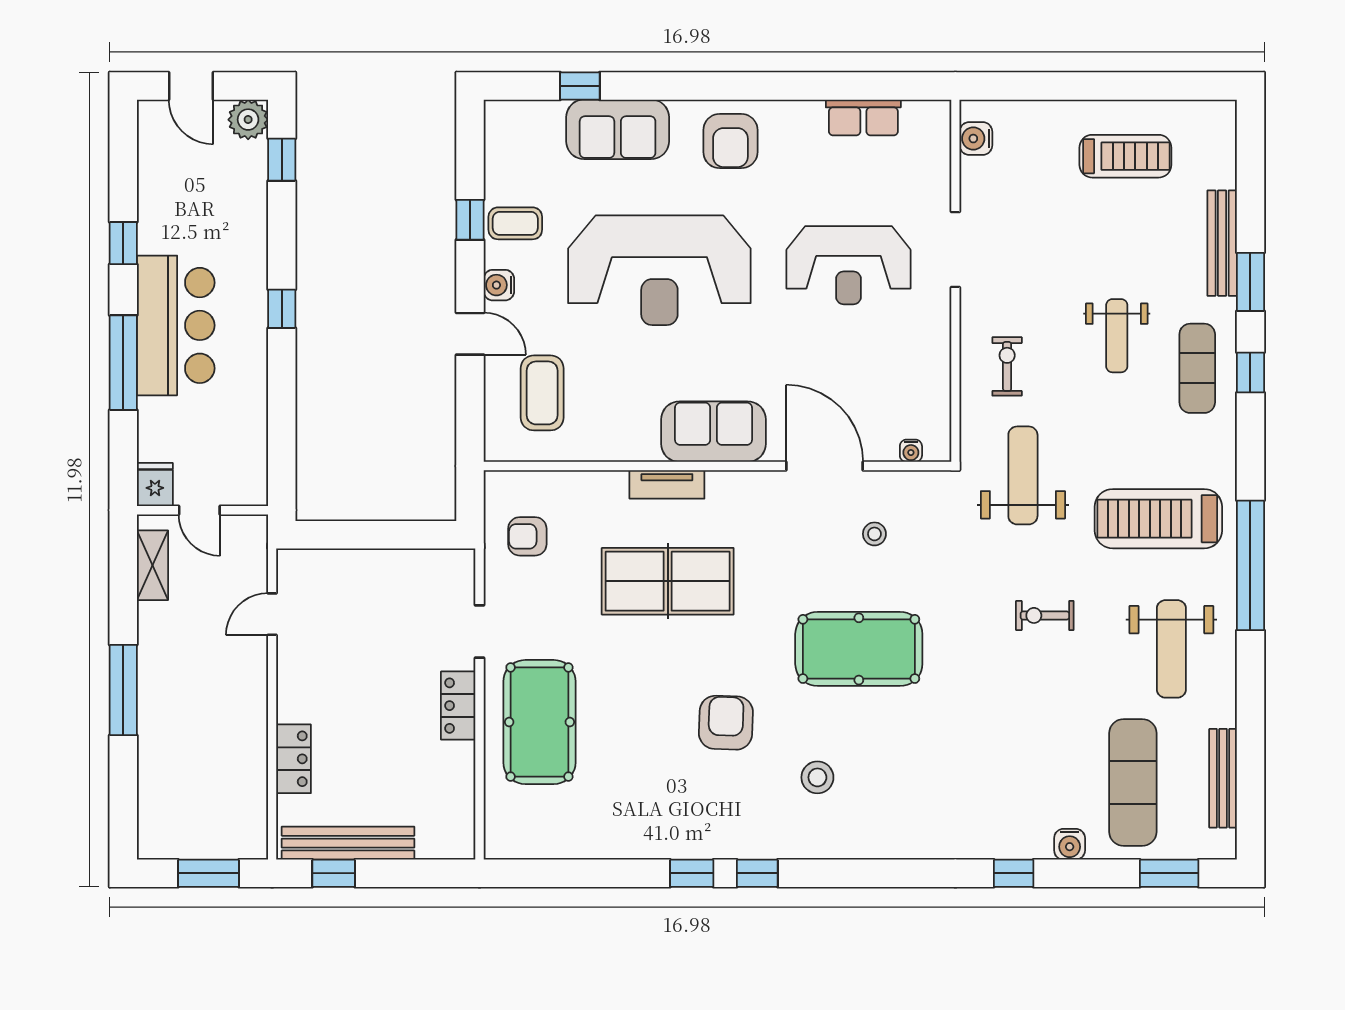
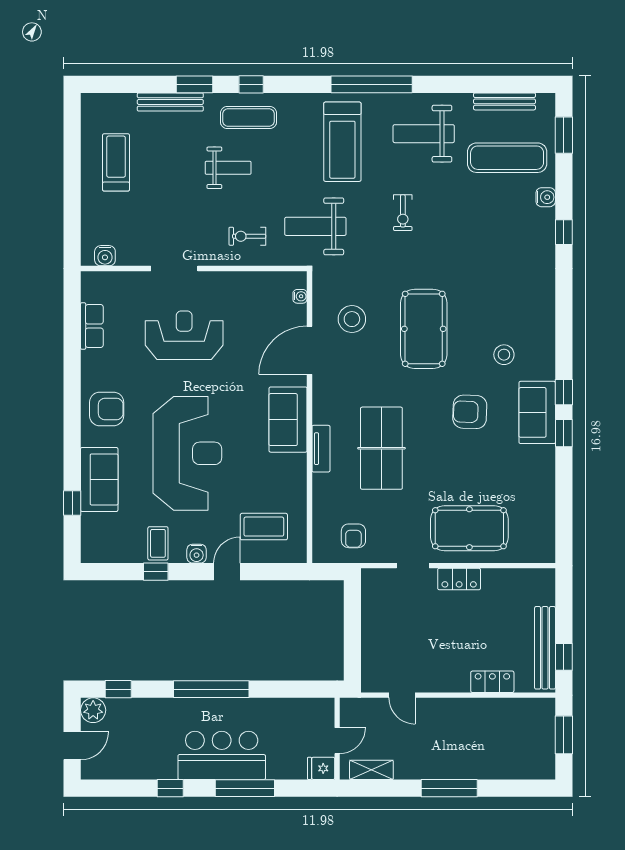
reception desk: (848, 265) -> (184, 335), turned -90
window: (282, 309) -> (211, 689), width x3.17
stool: (874, 534) -> (352, 319), width x1.89, depth x1.89
weight bench: (1171, 649) -> (424, 134), turned 180
sofa: (725, 831) -> (537, 412), added

